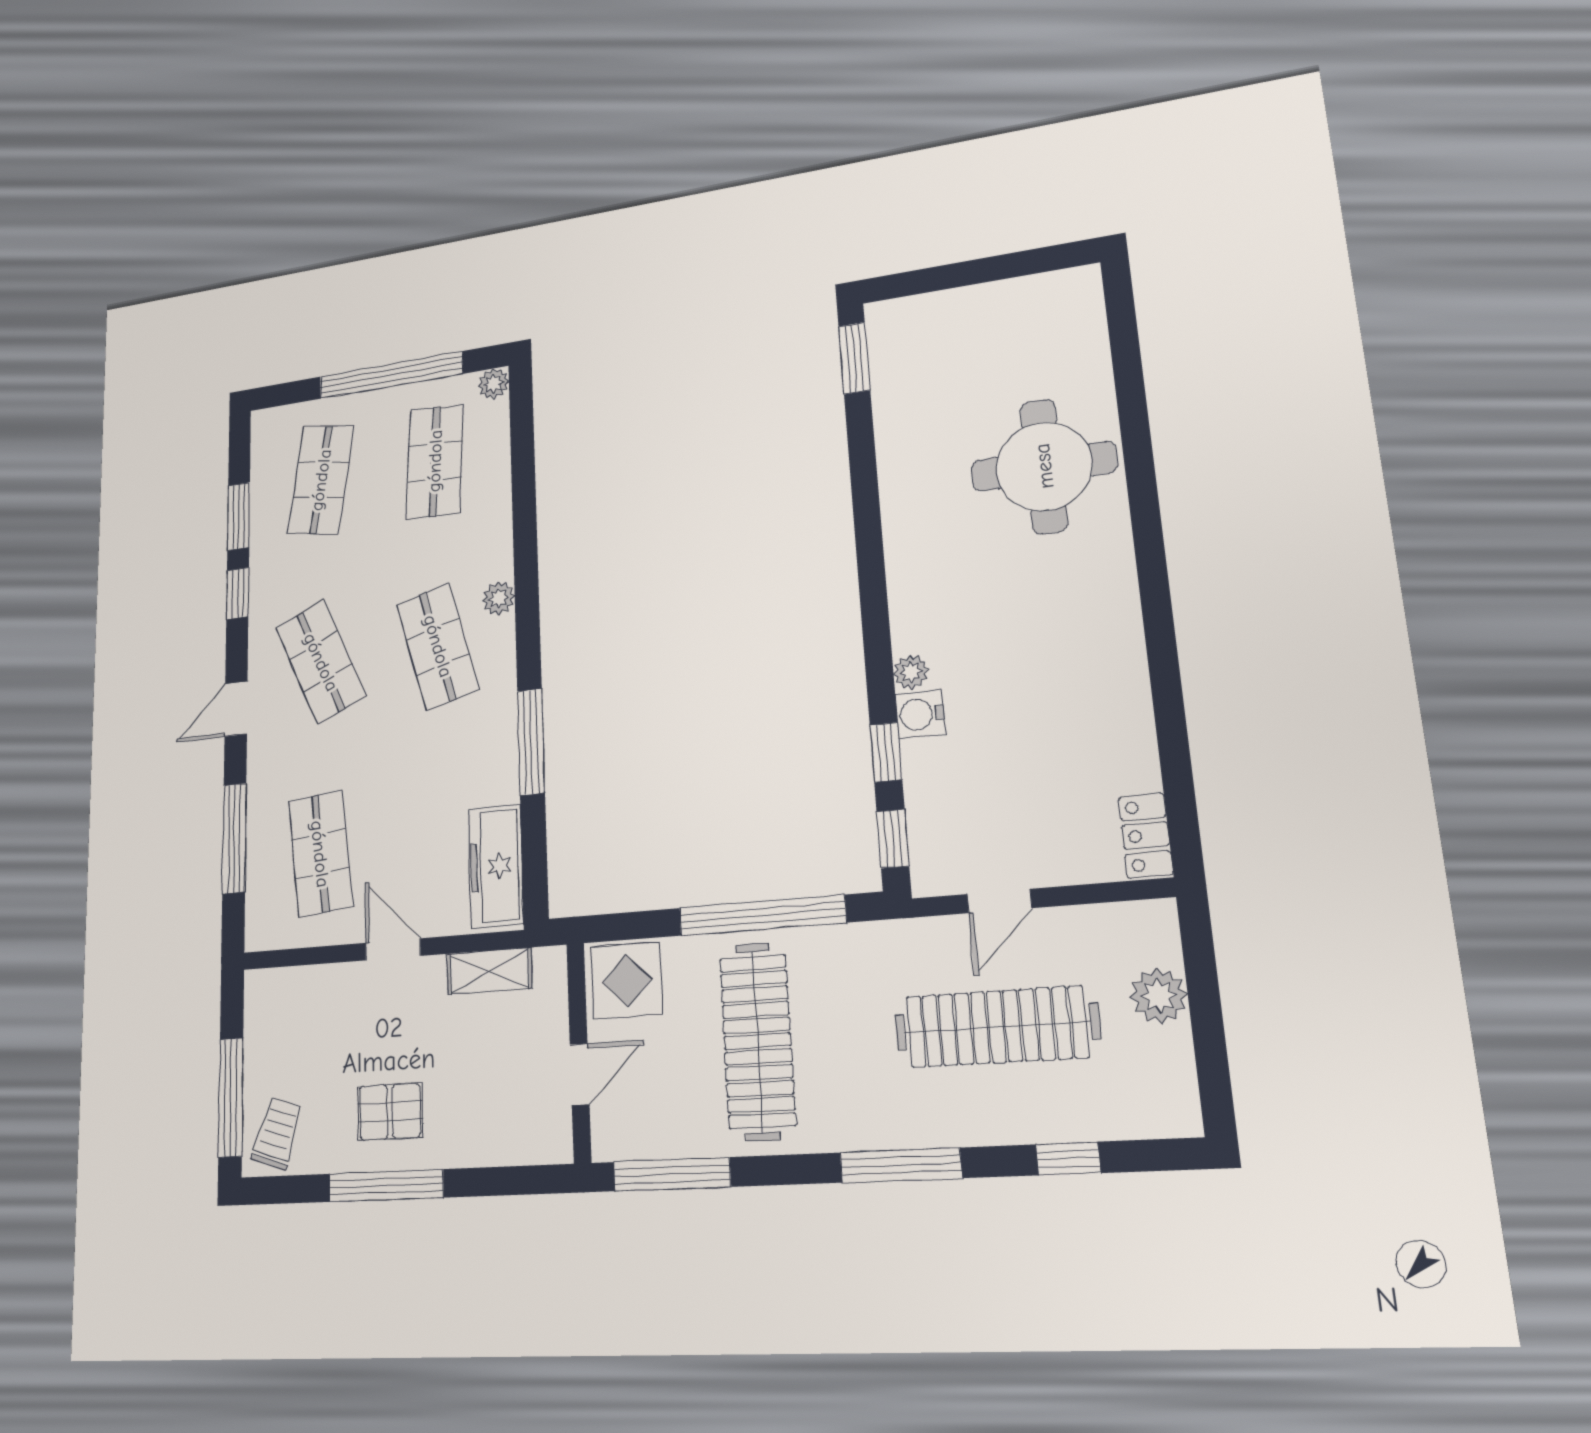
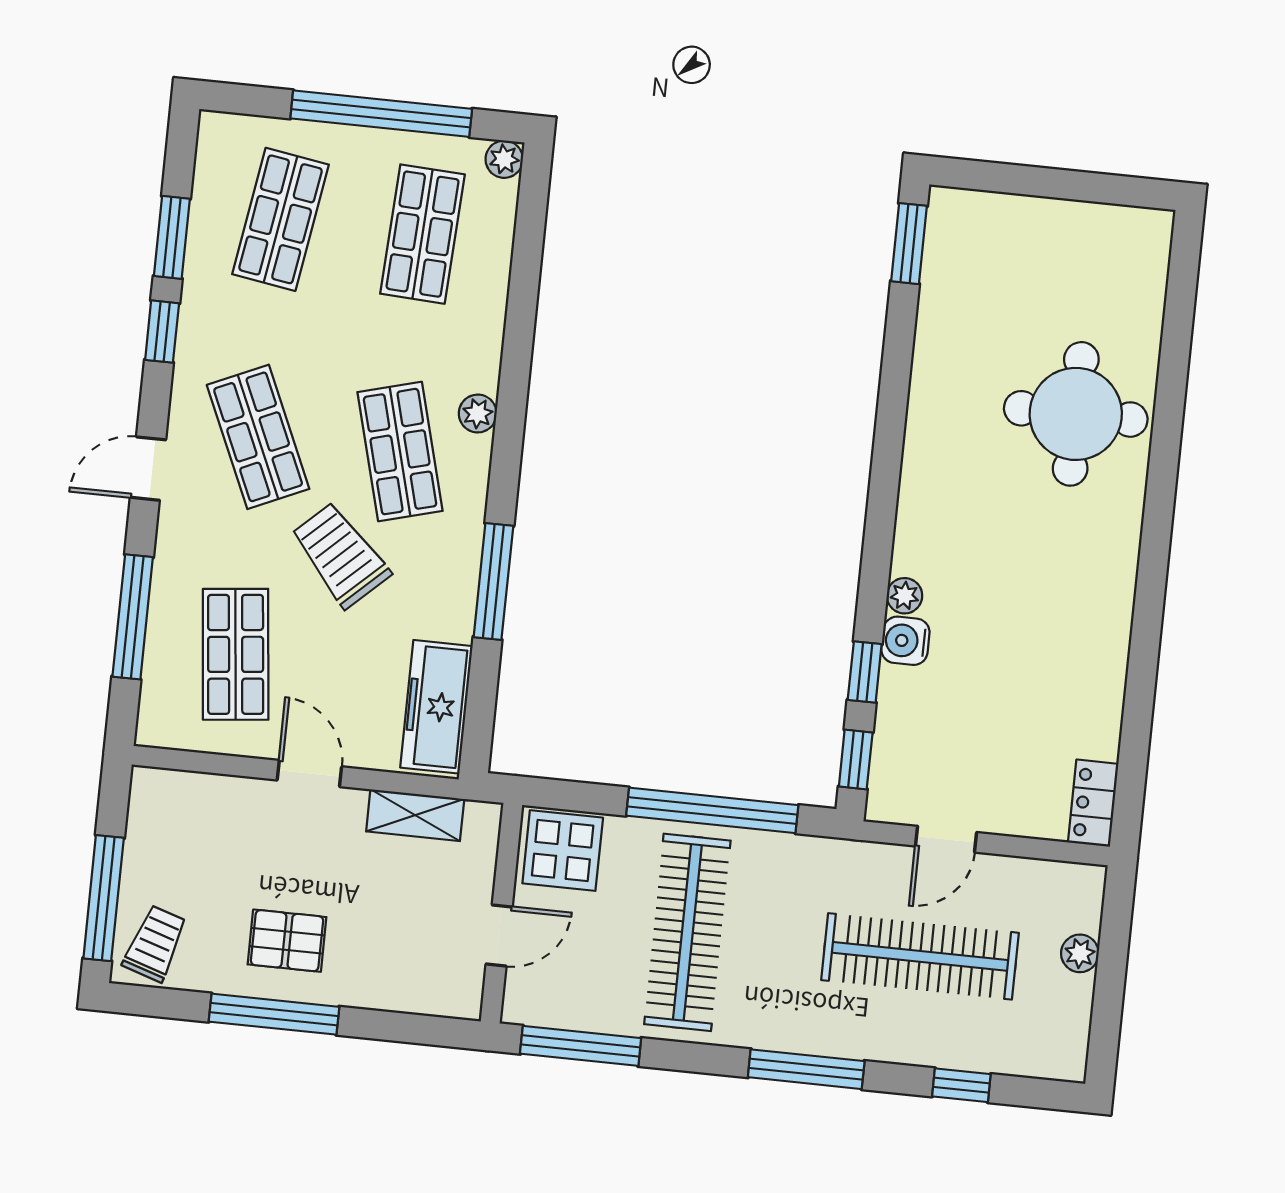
trolley: (398, 747) -> (340, 555), added
plant: (1159, 996) -> (1080, 953), width x0.73, depth x0.73

